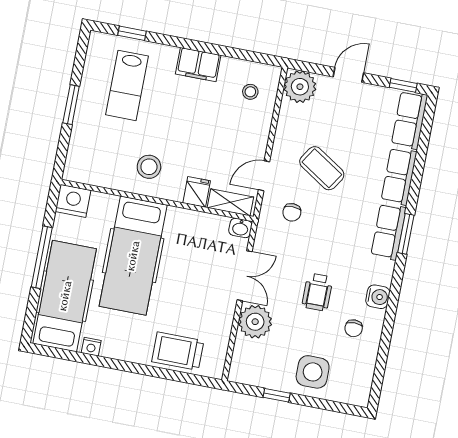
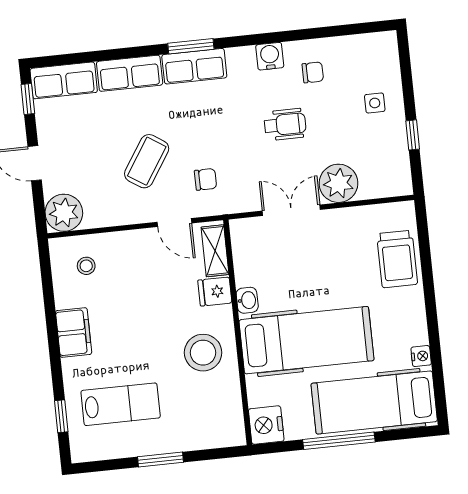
stool: (149, 167) -> (203, 353), width x1.38, depth x1.38
washbasin: (240, 228) -> (247, 300), moved
side table: (313, 372) -> (375, 103), width x0.54, depth x0.54

